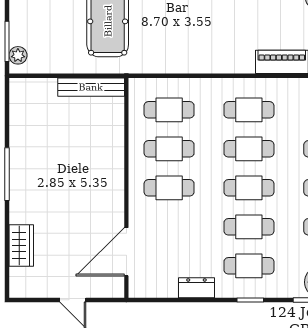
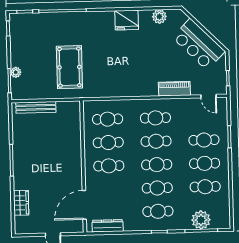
plant: (18, 55) -> (16, 72), moved
bench: (91, 87) -> (36, 107), moved
dresser: (196, 288) -> (108, 226), moved, width x1.44

